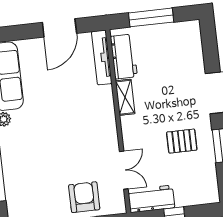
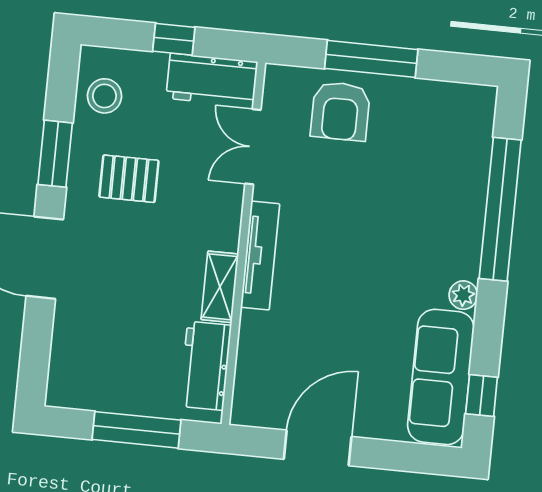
tv unit: (102, 57) -> (260, 255), moved
stool: (203, 179) -> (104, 96), added

